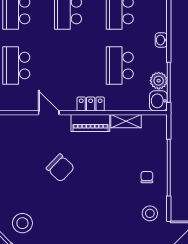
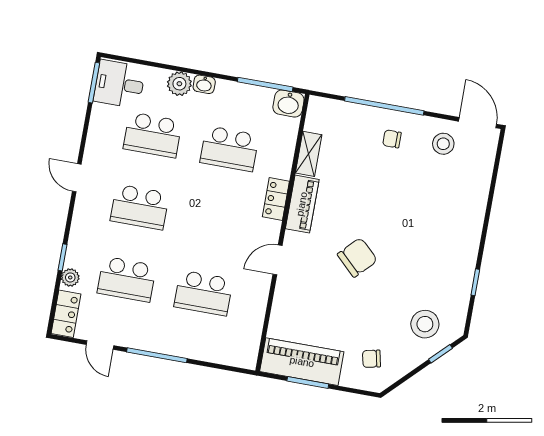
plant: (159, 81) -> (179, 84), moved

